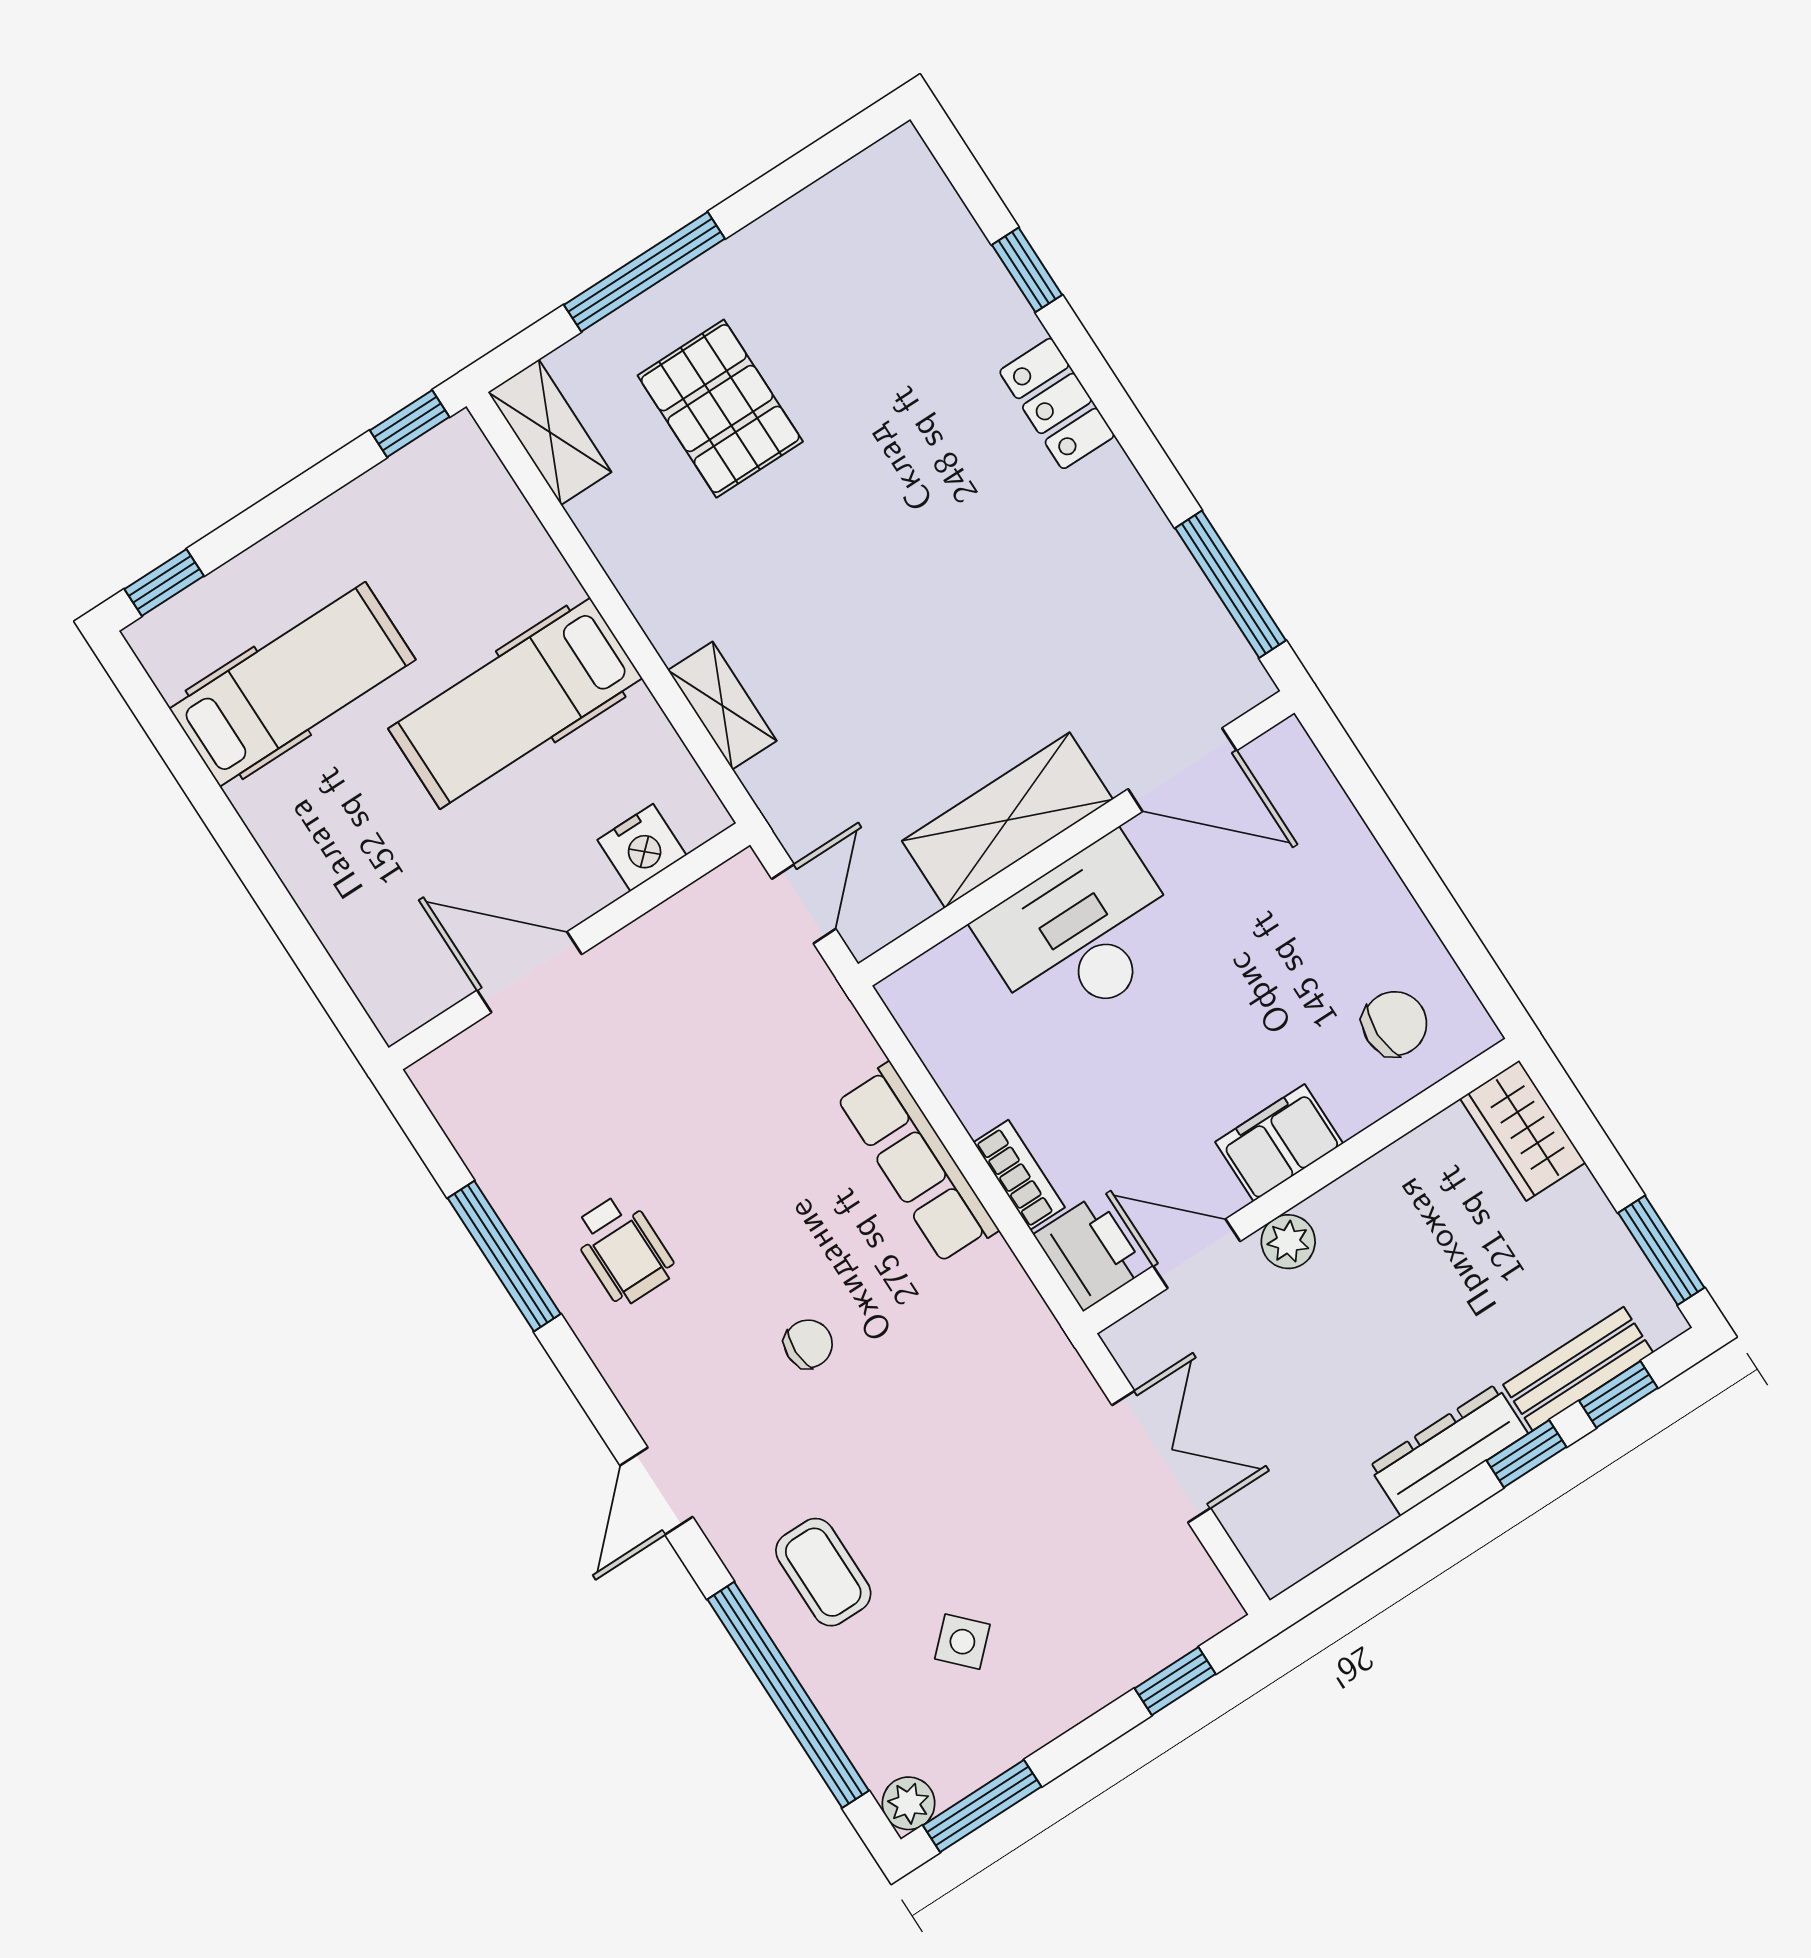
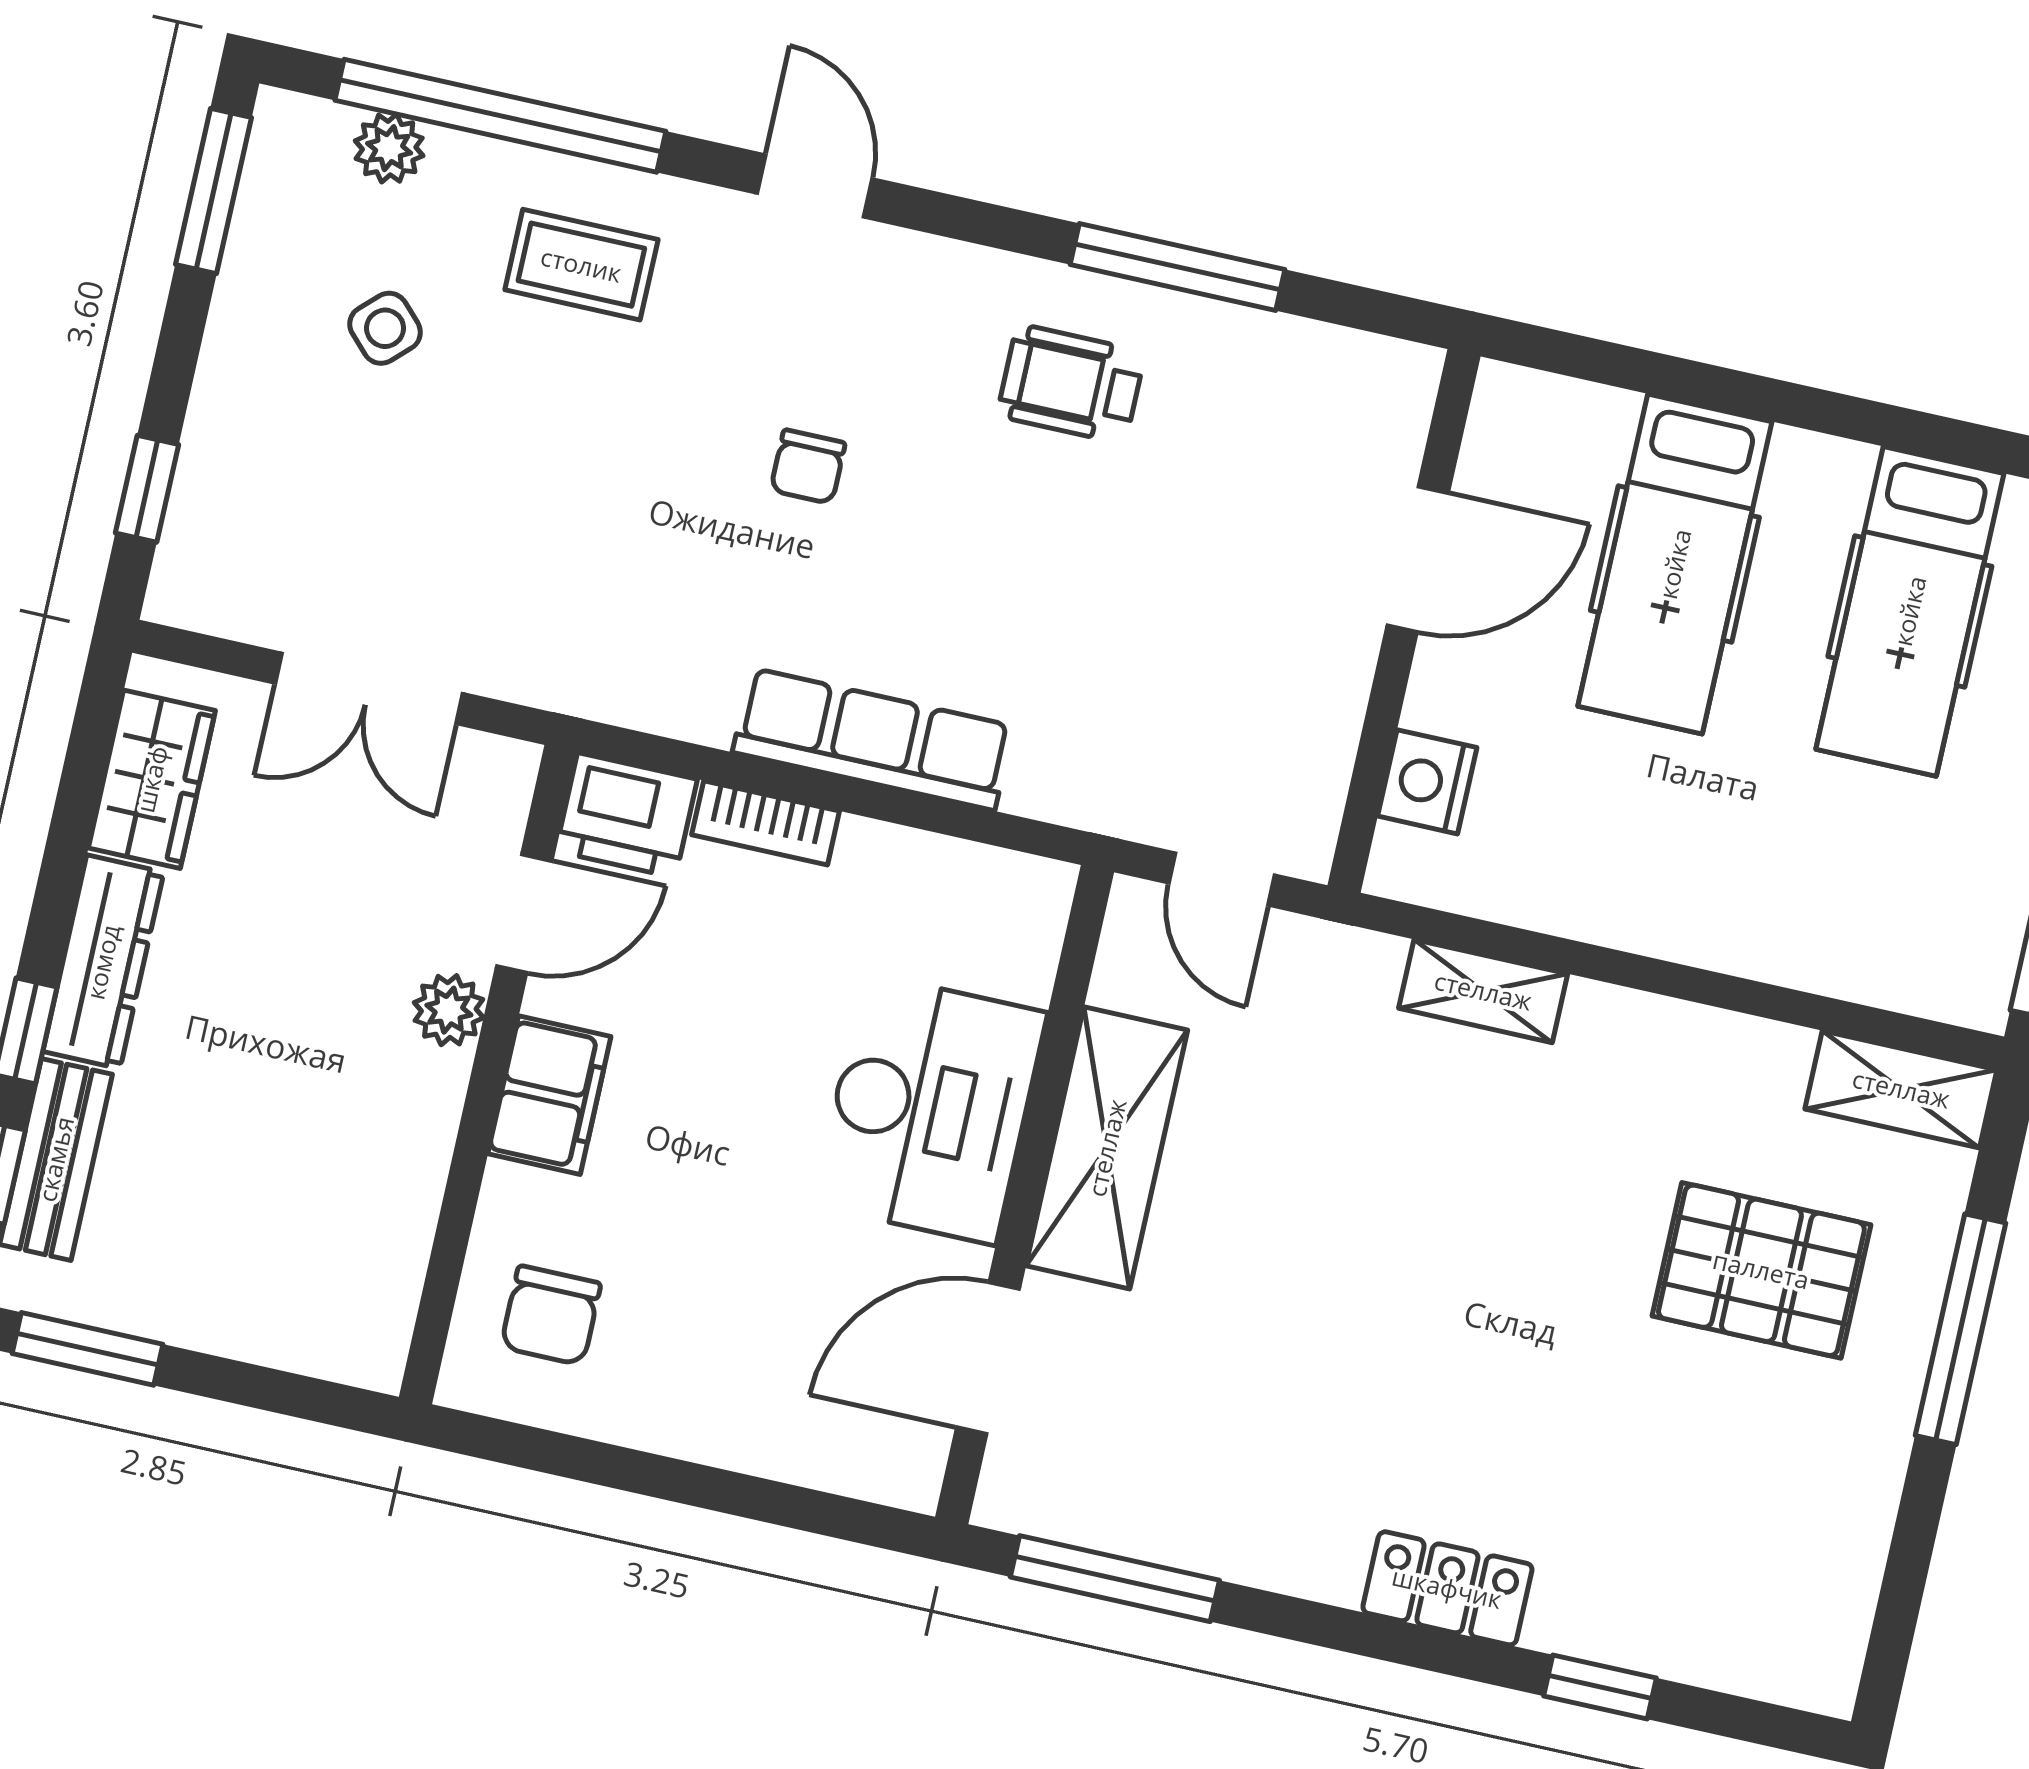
hospital bed: (515, 703) -> (1675, 564), moved, turned 180
wardrobe: (1523, 1131) -> (152, 779), moved, turned 90
plant: (909, 1803) -> (389, 148), moved

